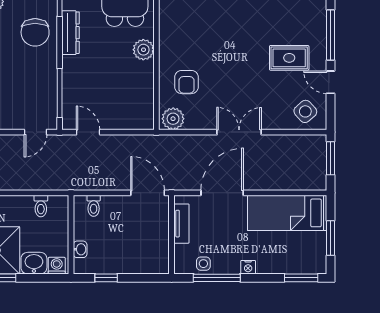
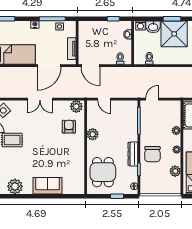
chair: (35, 32) -> (152, 154), turned 180
plant: (143, 50) -> (93, 134), moved
door: (88, 132) -> (104, 99), moved

